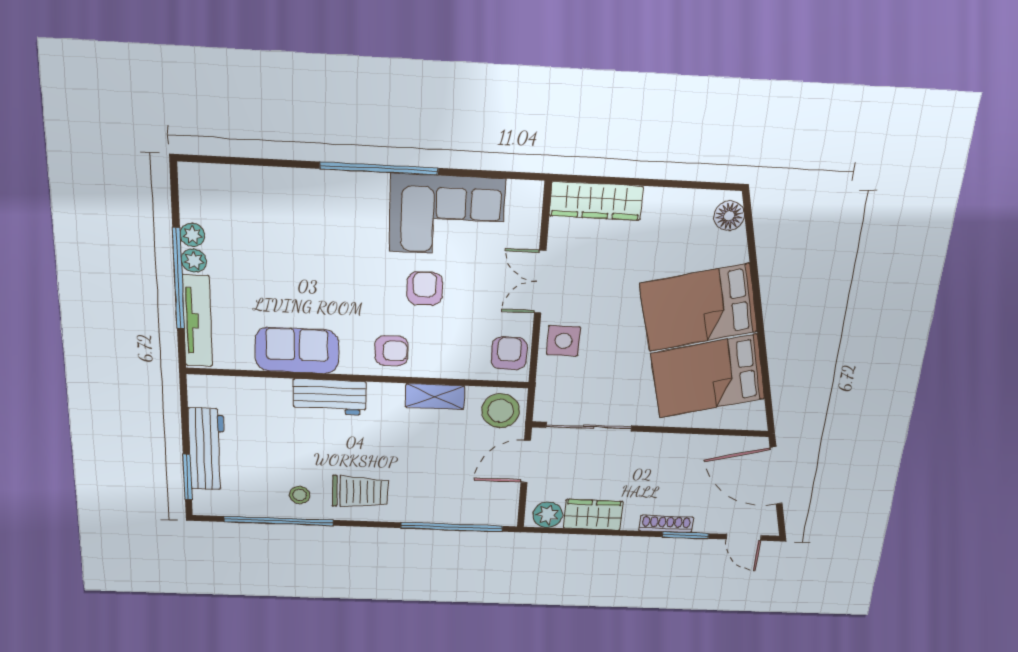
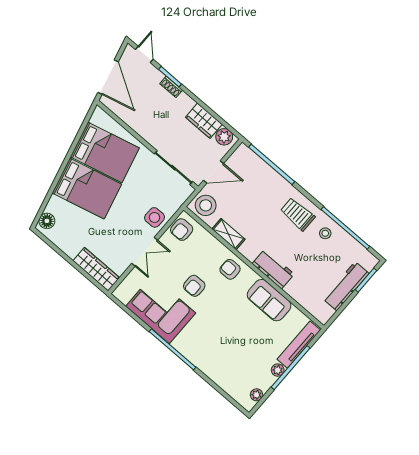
plant: (192, 235) -> (257, 395), moved
shoe rack: (666, 524) -> (171, 87), width x0.70

